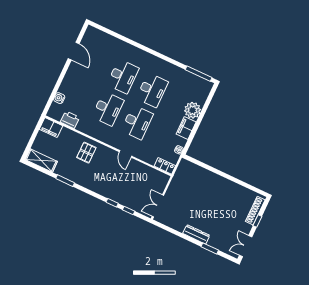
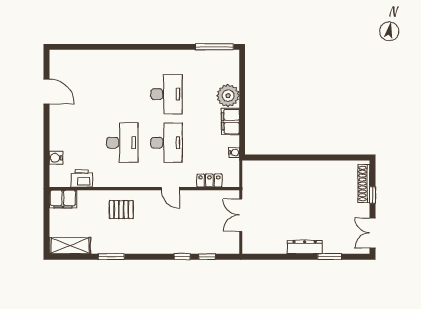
desk: (123, 76) -> (122, 94), removed
pallet: (86, 153) -> (121, 210), turned 90
locker: (165, 166) -> (209, 181), moved
double door: (158, 206) -> (241, 215), moved

